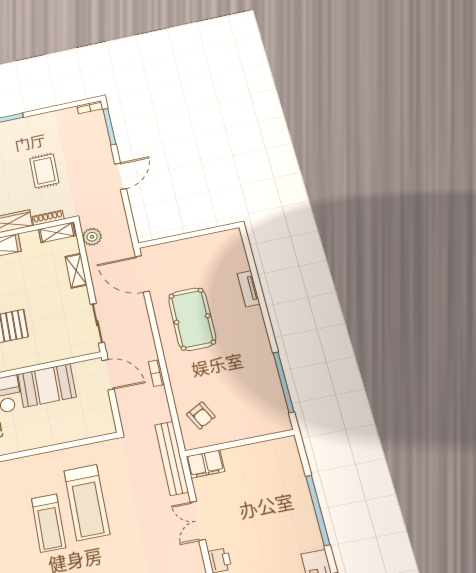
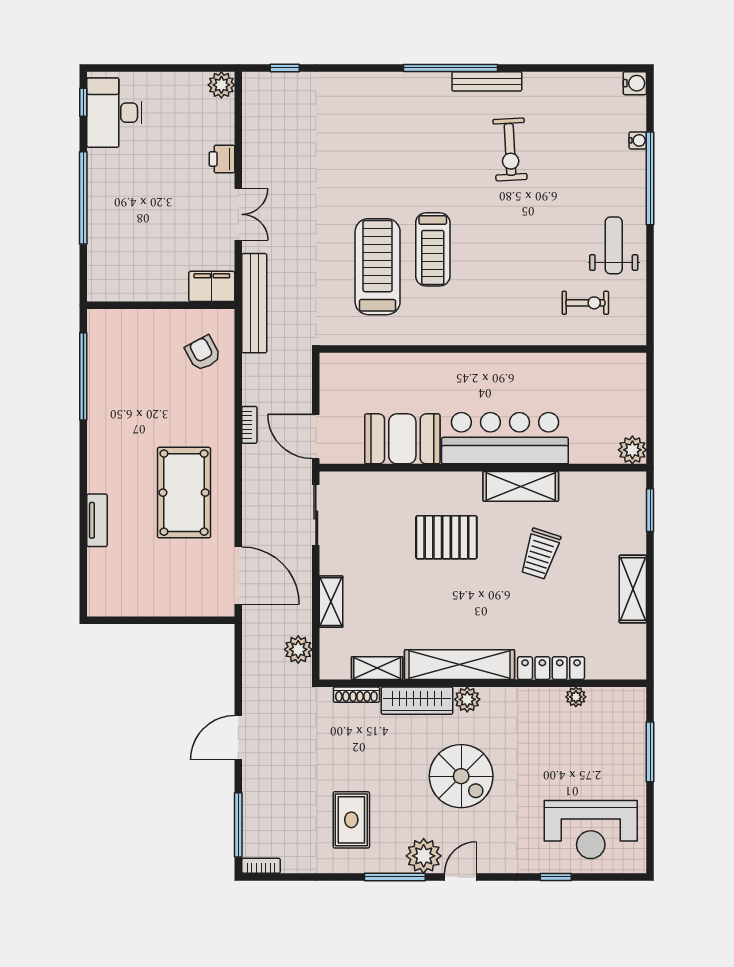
rug: (44, 171) -> (351, 820), moved
shelving: (57, 232) -> (377, 668), moved
treadmill: (49, 523) -> (433, 249), turned 180

